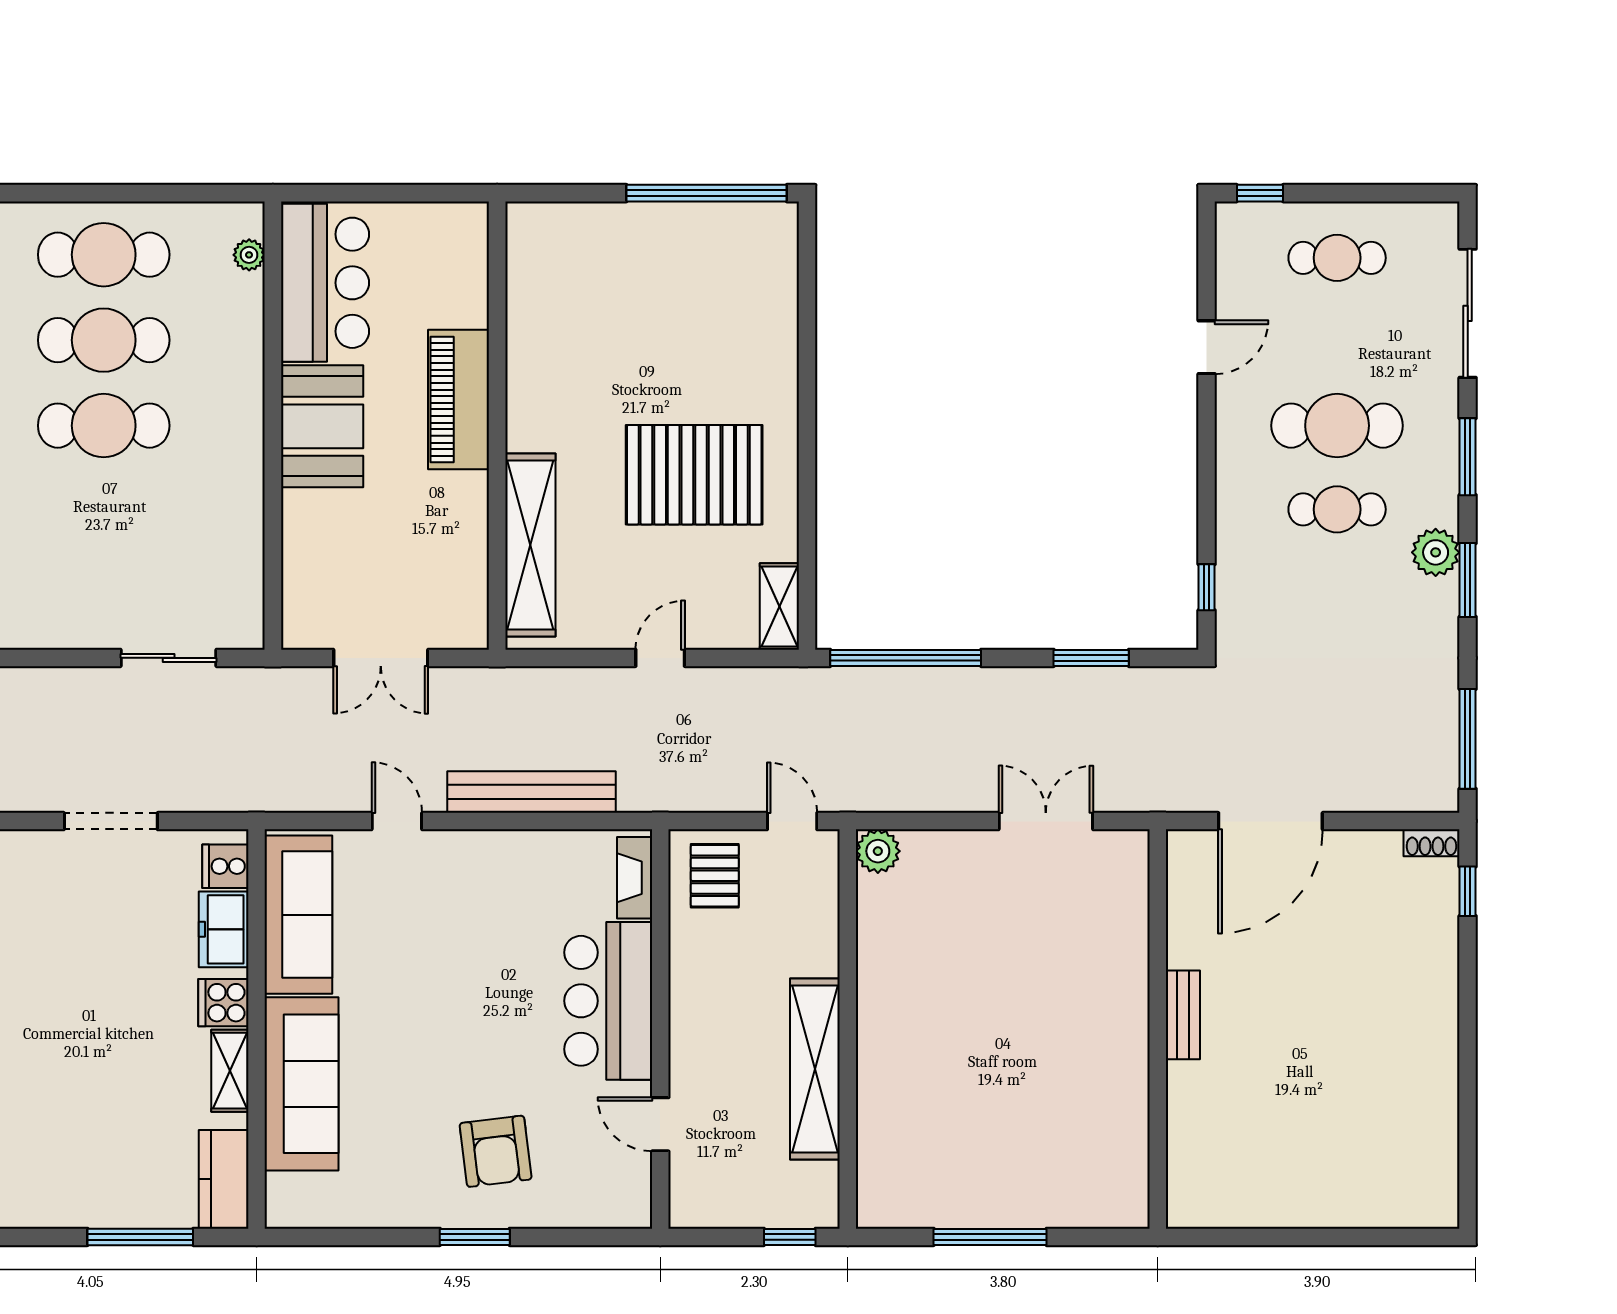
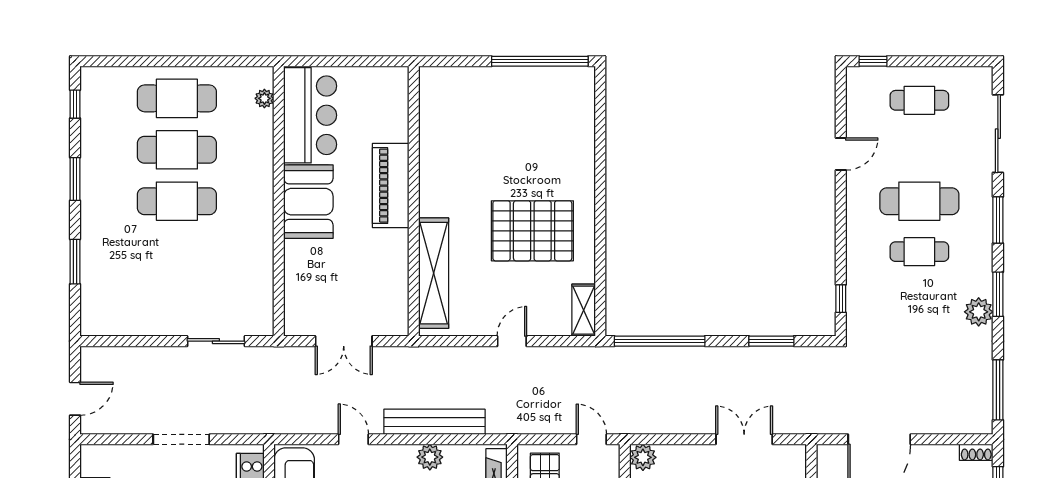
plant: (1436, 552) -> (979, 312), moved
plant: (524, 851) -> (430, 457), added

